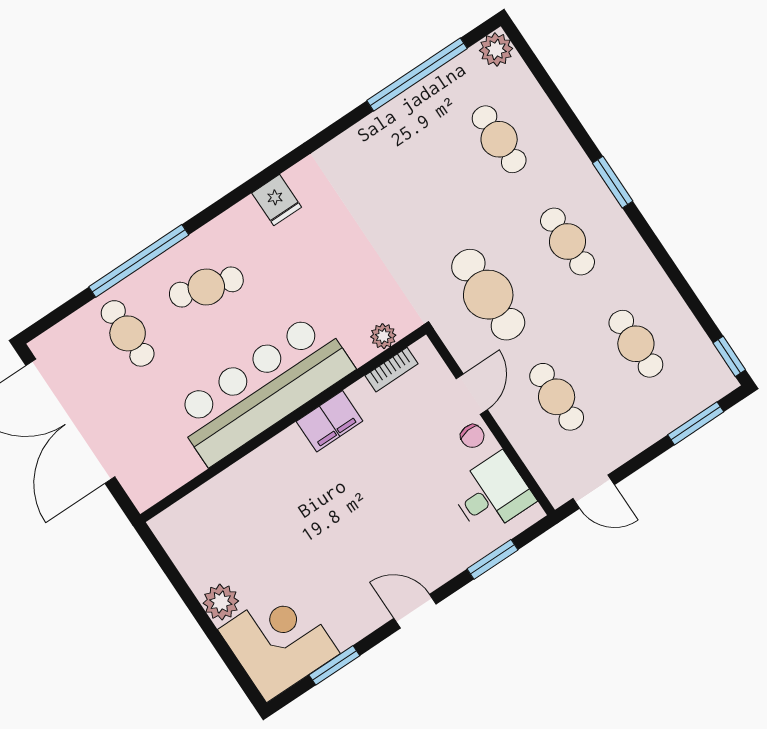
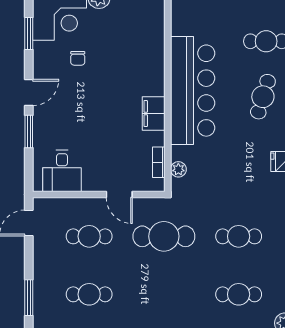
cafe table: (568, 241) -> (239, 236), moved
chair: (472, 436) -> (78, 58), moved, turned -84
window: (493, 559) -> (29, 131), moved

